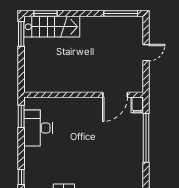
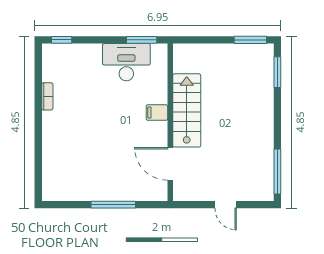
stairs: (52, 27) -> (187, 110), moved, turned 180
filing cabinet: (137, 105) -> (157, 113), moved
window: (146, 138) -> (113, 205), width x0.68

